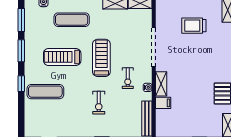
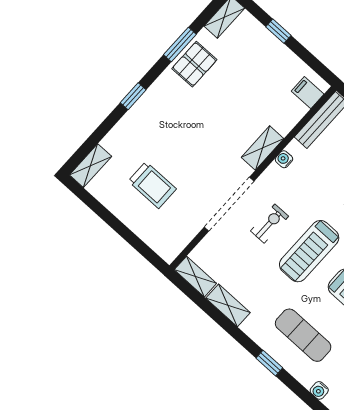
exercise bike: (128, 78) -> (270, 224), moved
filing cabinet: (163, 103) -> (308, 93), moved

